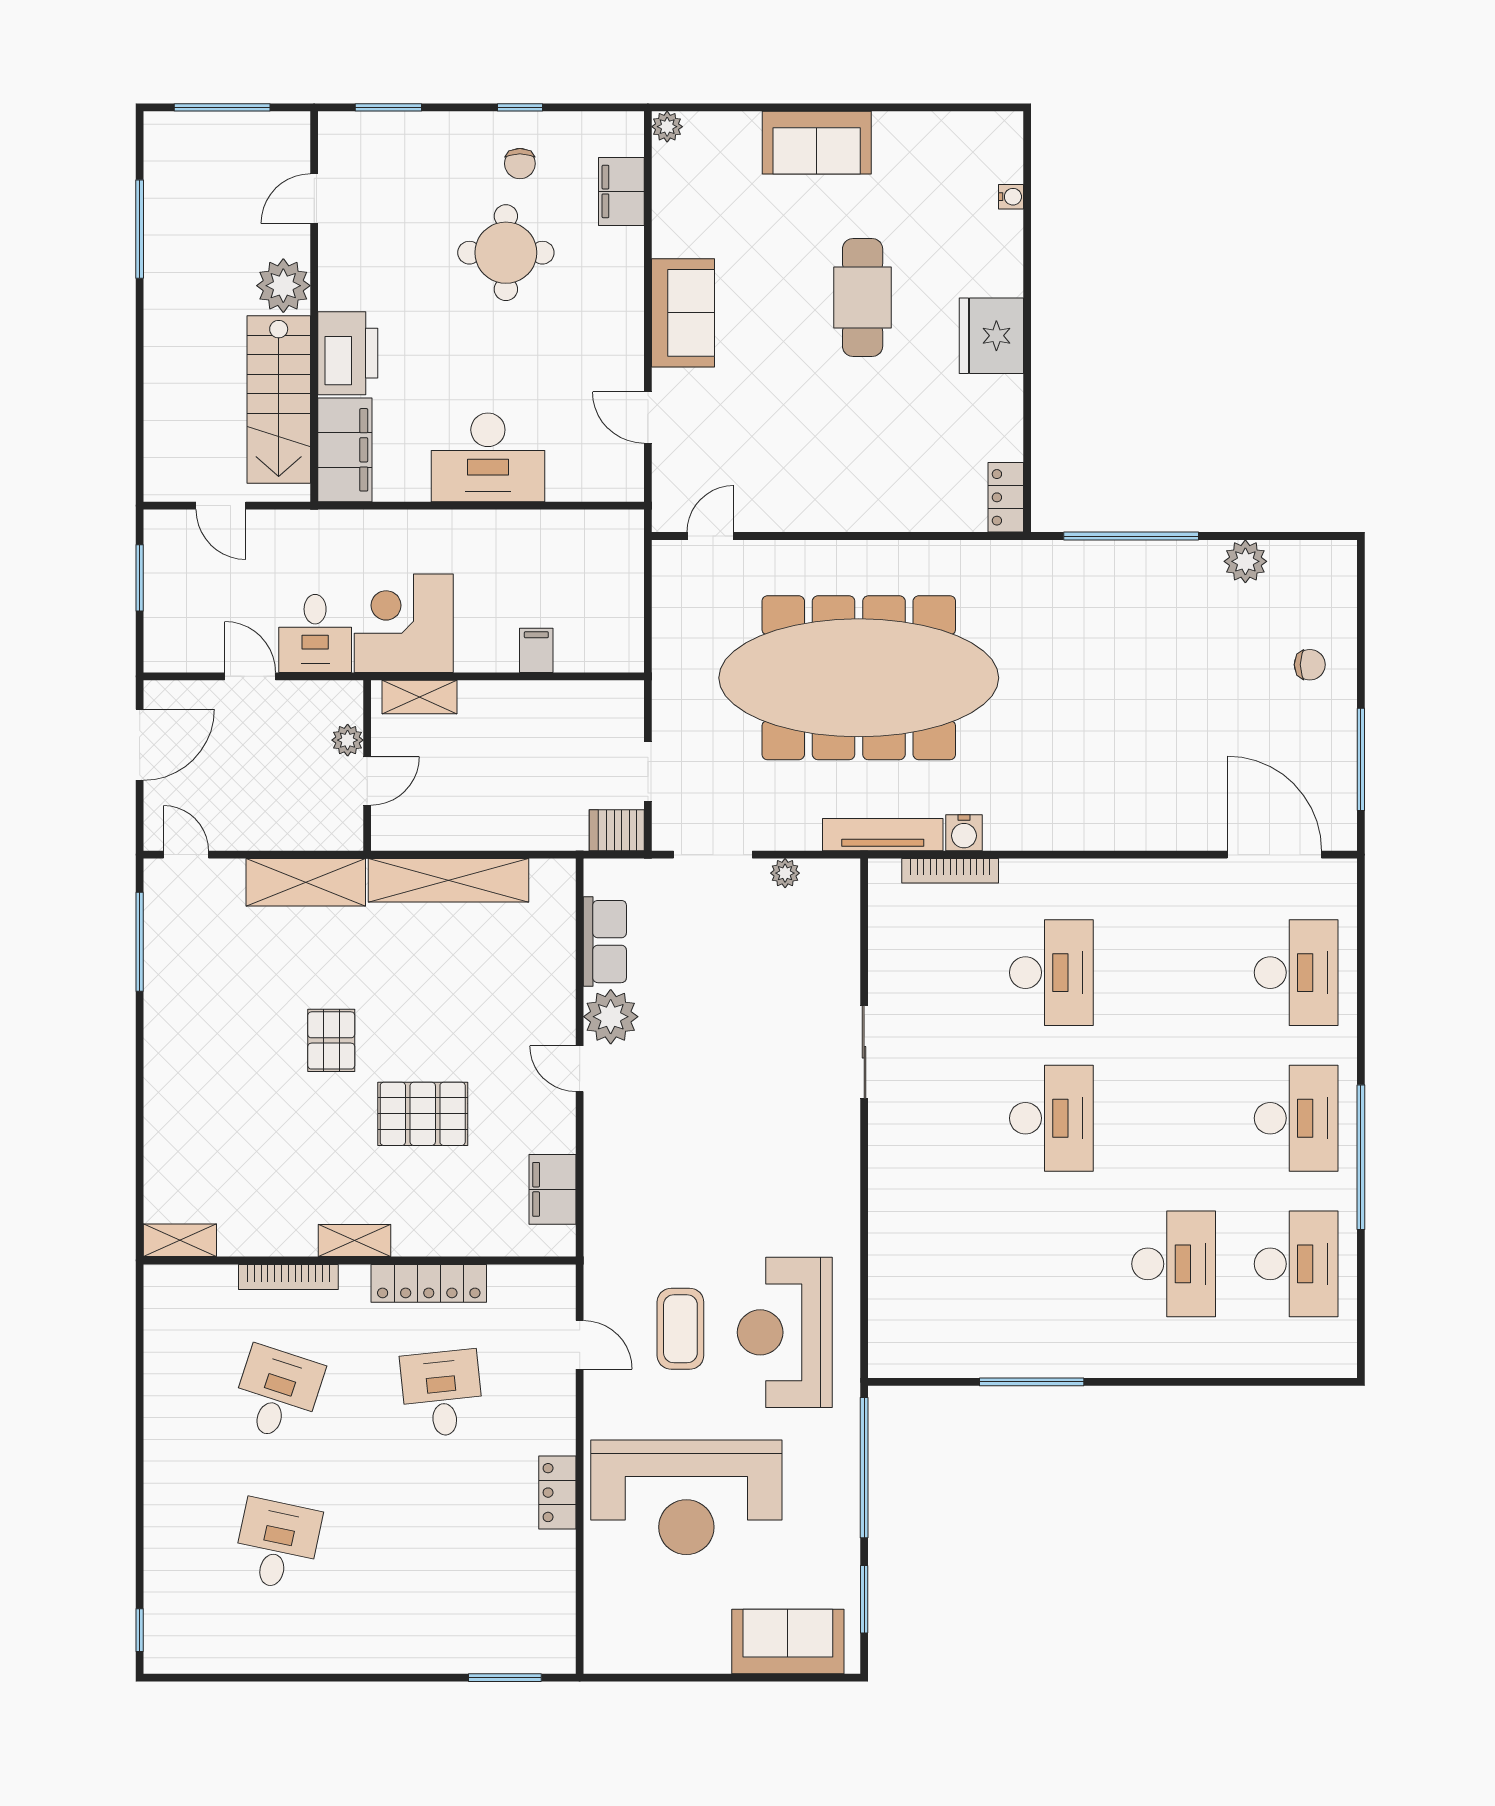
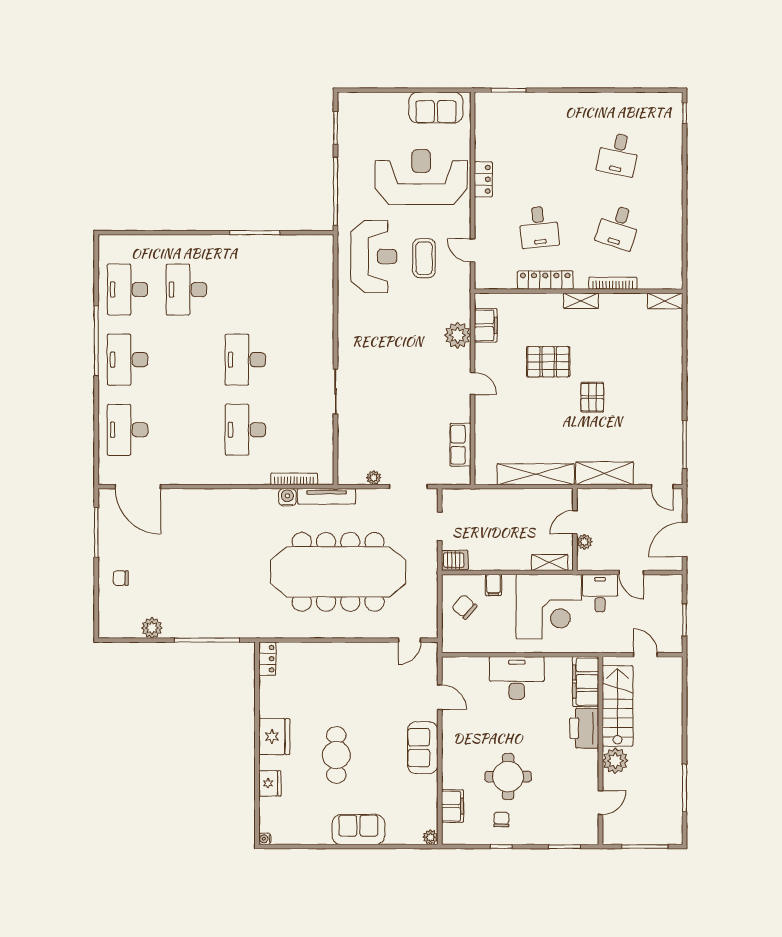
water cooler: (1011, 197) -> (265, 839), moved
fridge: (1000, 239) -> (270, 783), added
chair: (597, 605) -> (464, 607), added
corner desk: (404, 623) -> (549, 607), width x1.36, depth x1.36
server rack: (617, 830) -> (455, 560), moved
plant: (611, 1017) -> (458, 335), moved
sofa: (788, 1642) -> (436, 108), moved

